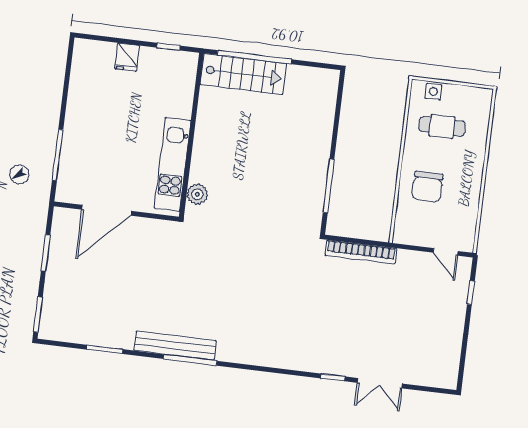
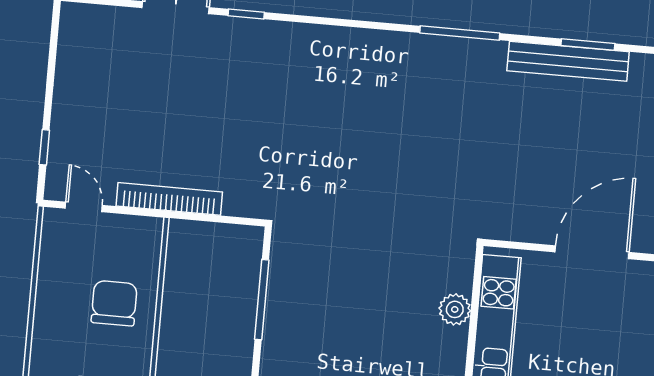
plant: (197, 194) -> (455, 309), moved
bookcase: (361, 252) -> (169, 199), moved
bench: (175, 346) -> (568, 61), moved

